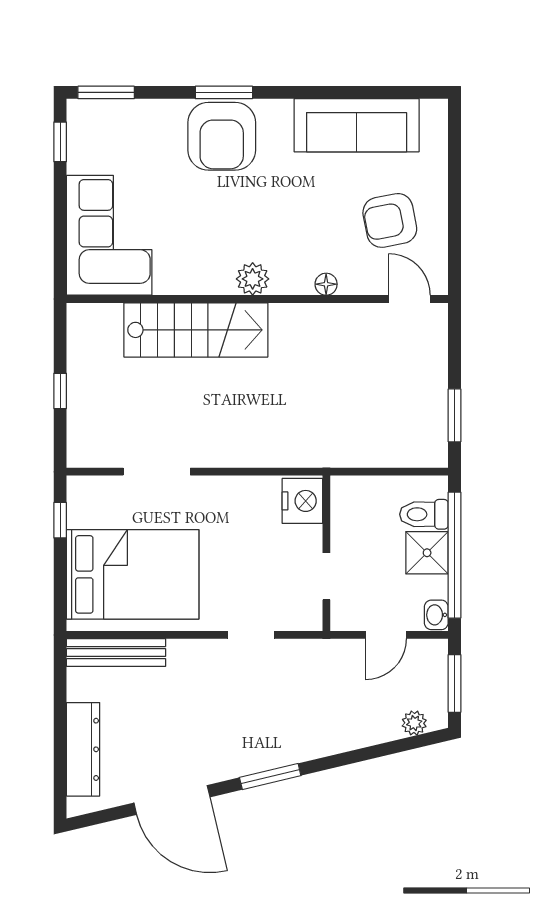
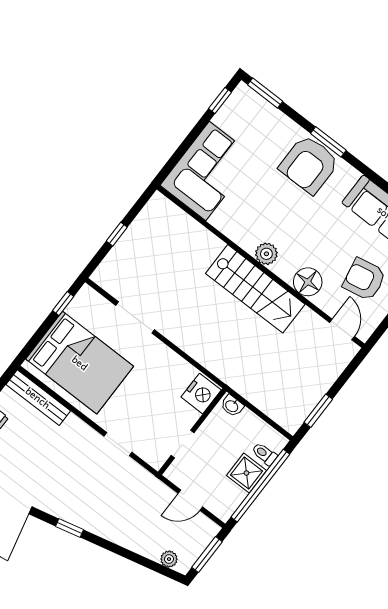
floor lamp: (326, 284) -> (308, 282), width x1.89, depth x1.89
stairs: (196, 330) -> (255, 289), moved
toilet: (424, 514) -> (264, 454), width x0.73, depth x0.72
washbasin: (436, 615) -> (232, 406), moved, turned -90
window: (270, 777) -> (70, 528), width x0.67

